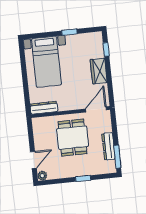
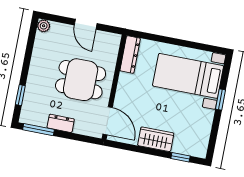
window: (69, 32) -> (221, 100), moved
dresser: (108, 146) -> (61, 123), width x0.70
door: (33, 160) -> (86, 24), moved
window: (83, 179) -> (20, 95), moved

